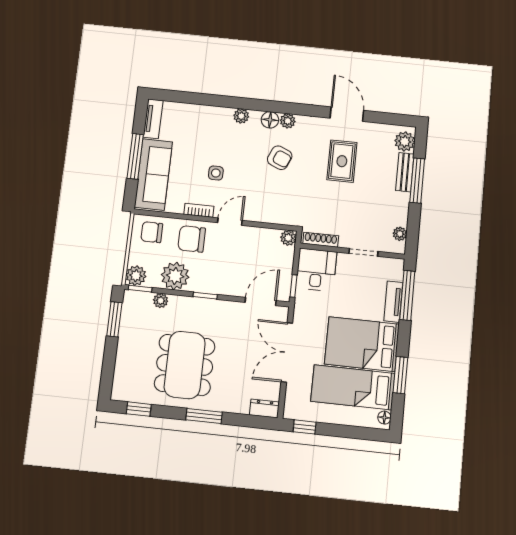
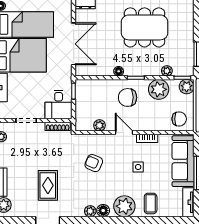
plant: (241, 116) -> (124, 206), width x1.87, depth x1.87
coffee table: (205, 122) -> (151, 203), added
armchair: (280, 158) -> (94, 163), moved
door: (230, 222) -> (124, 133), swing flipped
plant: (288, 238) -> (99, 125), moved
chair: (192, 239) -> (128, 97), moved, turned 180
door: (261, 301) -> (96, 78), removed
floor lamp: (228, 307) -> (119, 71), added
dining table: (185, 365) -> (145, 27), turned 90

